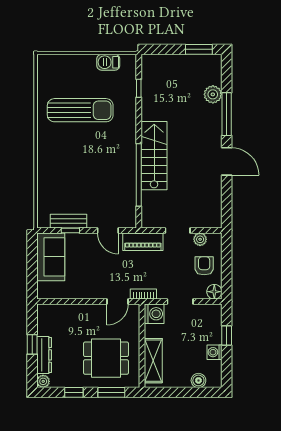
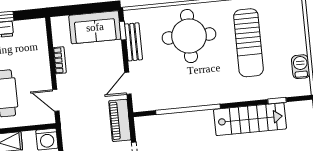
stairs: (154, 156) -> (250, 119), moved
round table: (68, 167) -> (189, 36), added
window: (70, 230) -> (123, 31), moved
bookcase: (143, 294) -> (60, 60), moved

